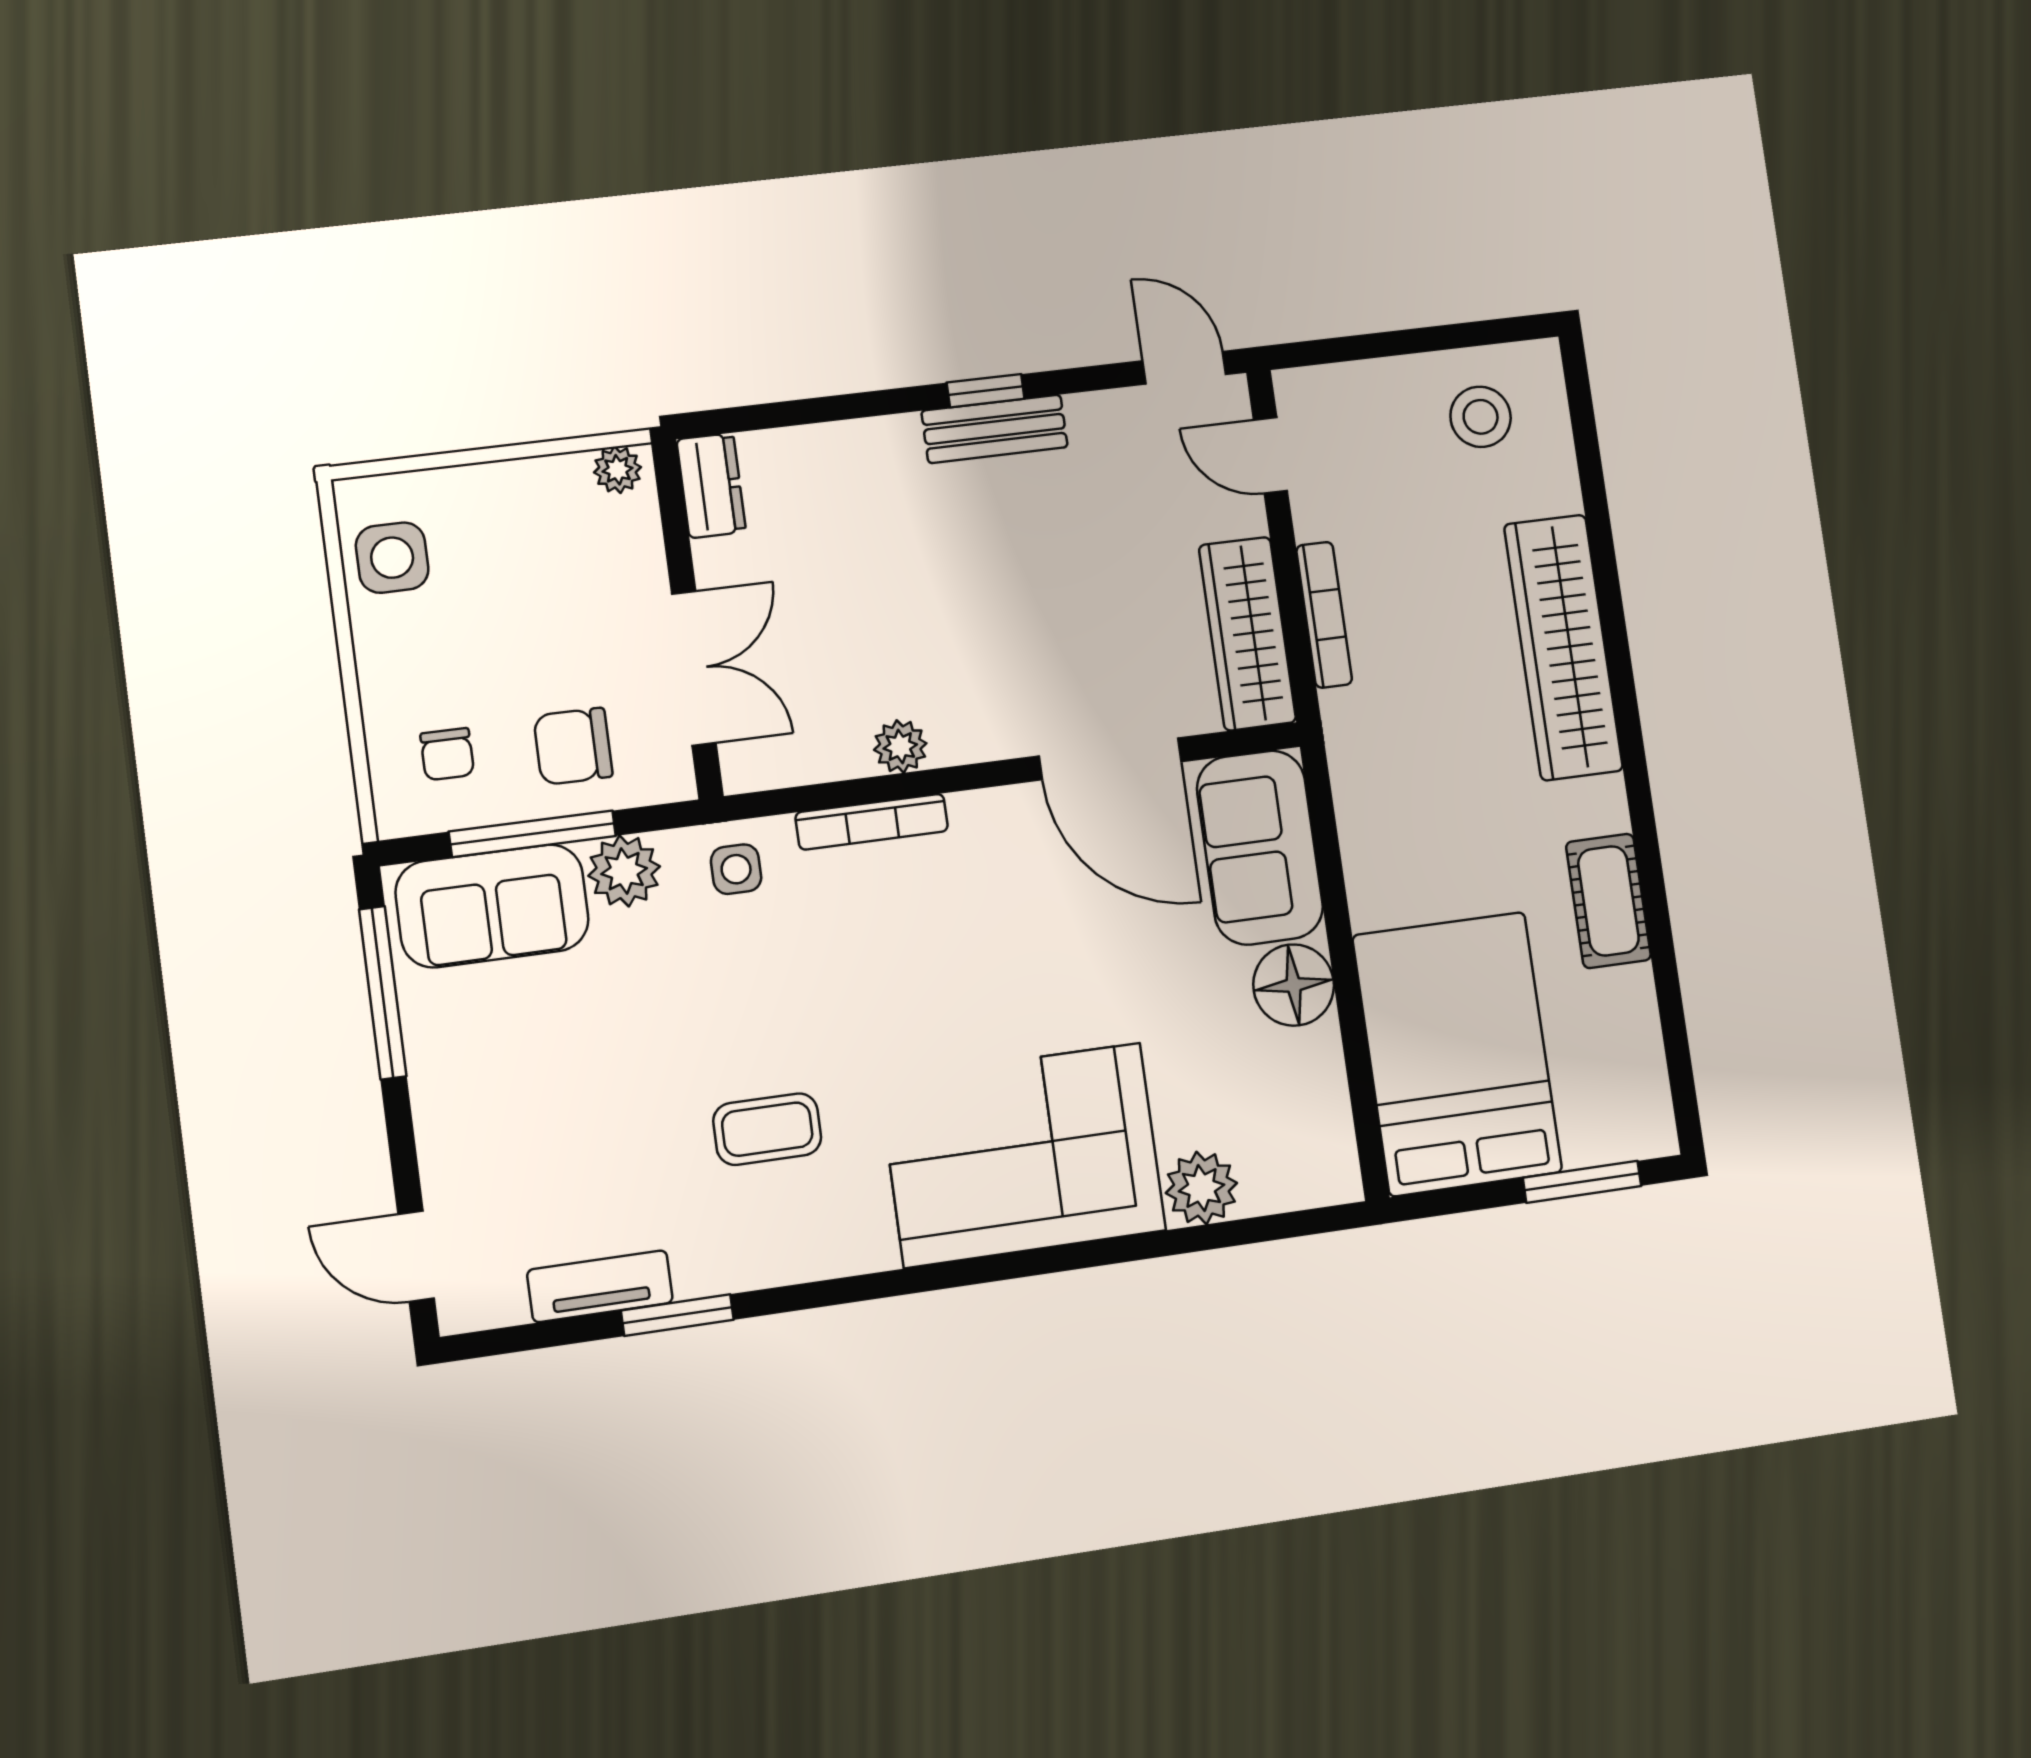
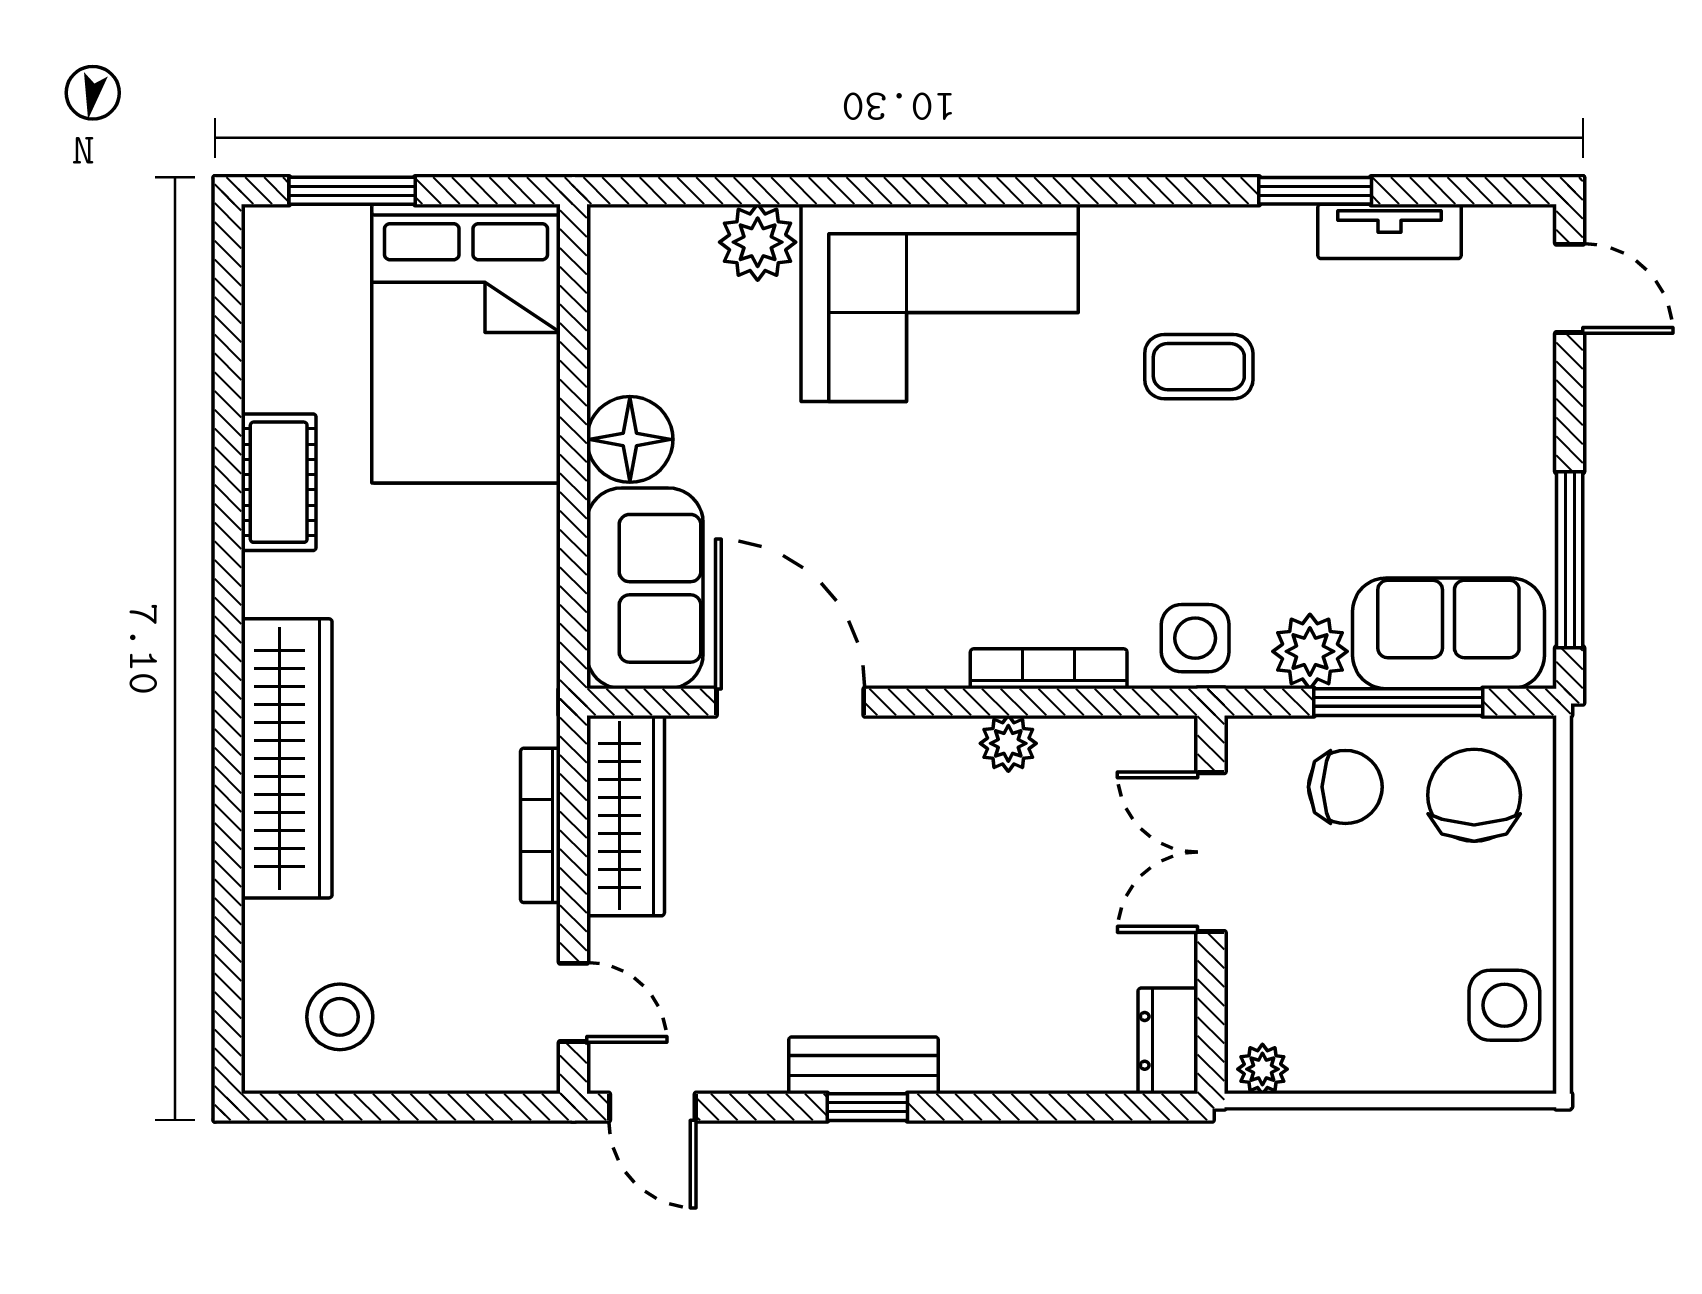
chair: (447, 754) -> (1474, 795), width x1.87, depth x1.87
side table: (736, 869) -> (1195, 638), width x1.37, depth x1.37

